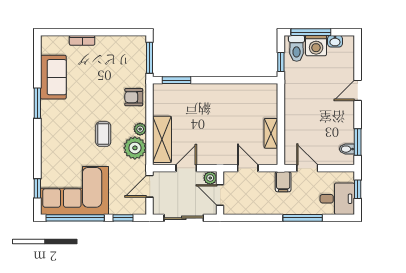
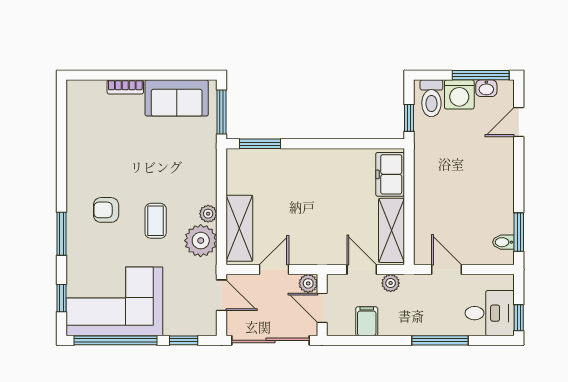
window: (311, 32) -> (481, 75), moved
sofa: (53, 77) -> (177, 98), moved, turned 90
door: (358, 90) -> (519, 122), moved
armchair: (134, 97) -> (106, 210), moved
freezer: (268, 102) -> (390, 174), added
window: (37, 103) -> (61, 234), moved
shelving: (271, 133) -> (392, 230), width x1.50, depth x1.33
plant: (268, 178) -> (391, 283), added
filing cabinet: (283, 182) -> (367, 321), moved, turned 180
door: (150, 186) -> (222, 295), swing flipped
window: (358, 189) -> (519, 318), moved
sliding door: (184, 218) -> (270, 340), width x1.37

